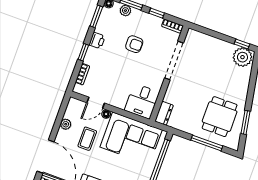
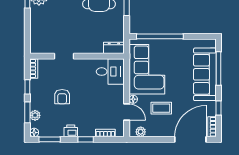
armchair: (134, 44) -> (62, 97), turned 180
doorway: (174, 61) -> (64, 56), width x0.53
plant: (66, 124) -> (141, 132), moved

